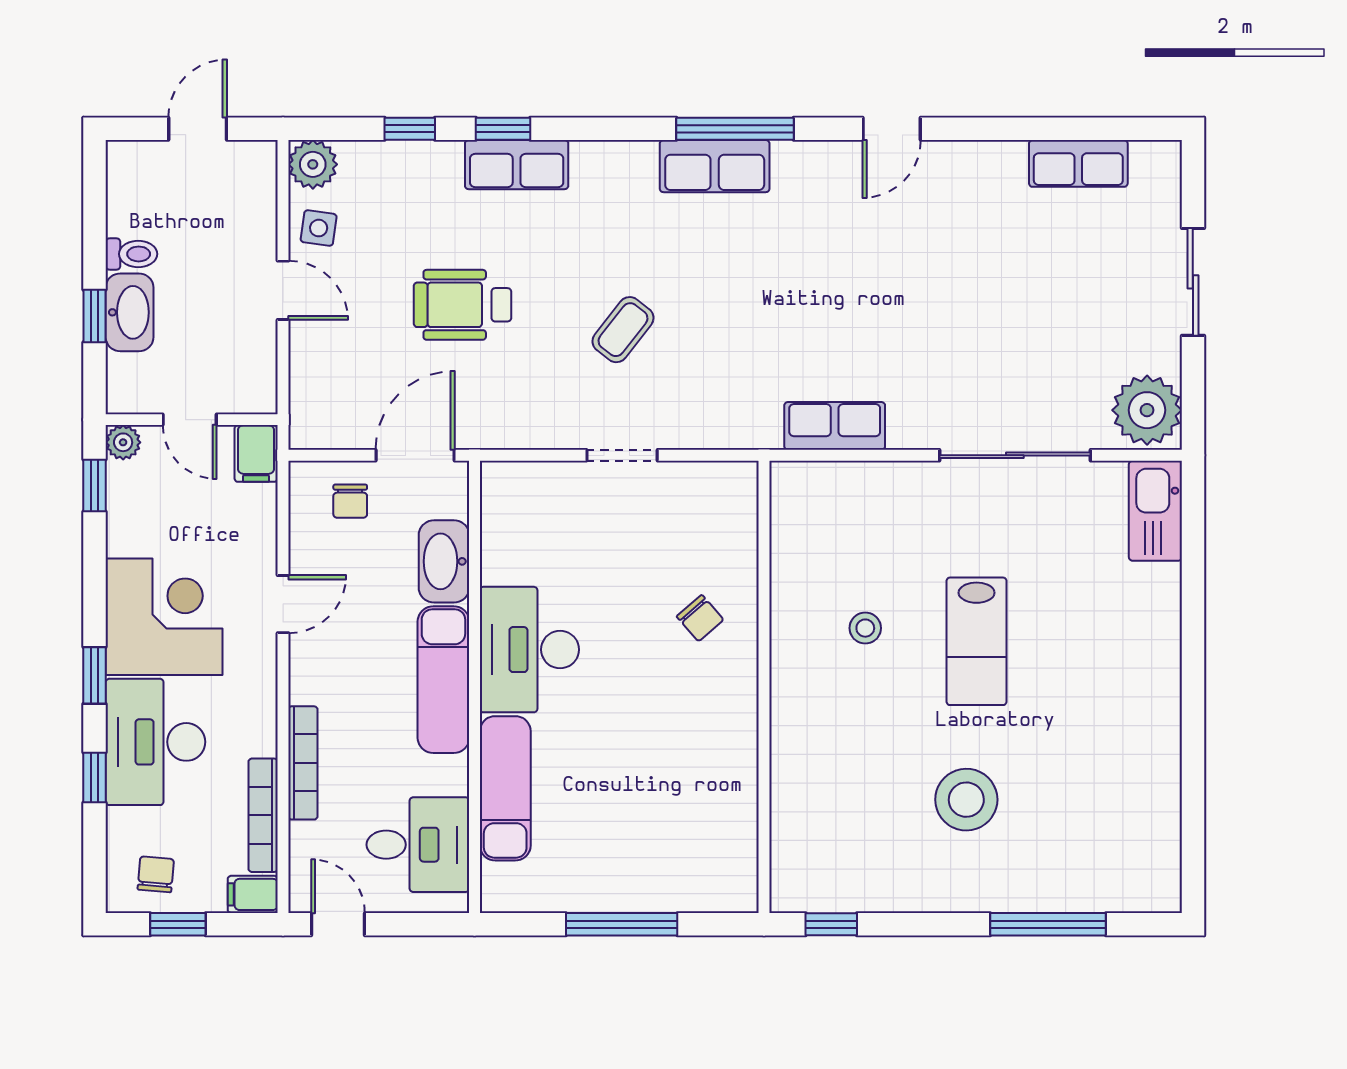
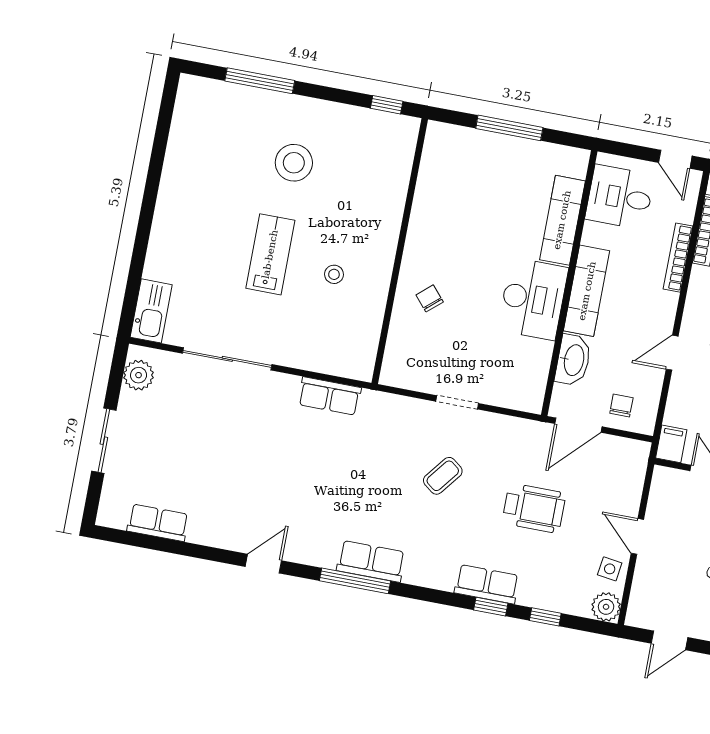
plant: (1147, 410) -> (139, 375), width x0.73, depth x0.73

